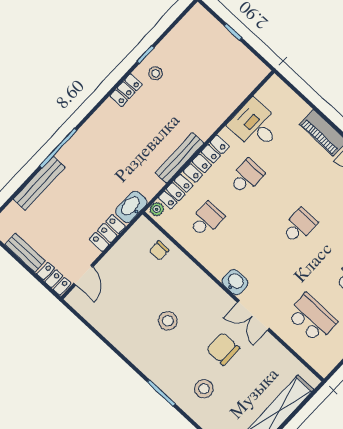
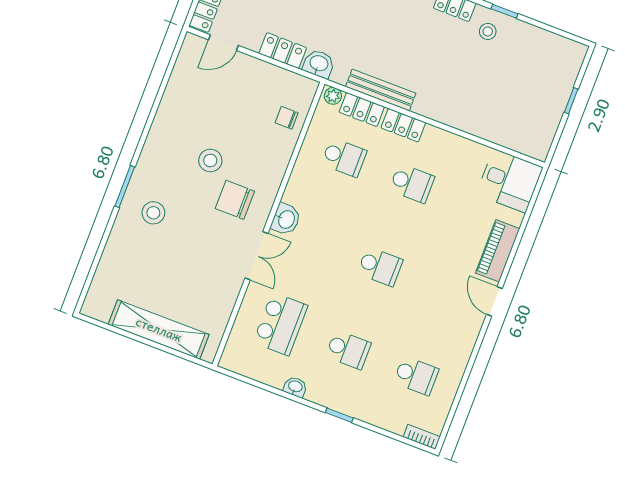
desk: (255, 125) -> (510, 181), moved, turned 90
bench: (179, 158) -> (381, 90), moved
locker: (206, 159) -> (403, 125), width x0.66
washbasin: (131, 207) -> (319, 64), width x0.72
double door: (253, 315) -> (256, 256), swing flipped
chair: (223, 349) -> (235, 200), moved, turned -90
stool: (204, 389) -> (153, 213), moved

